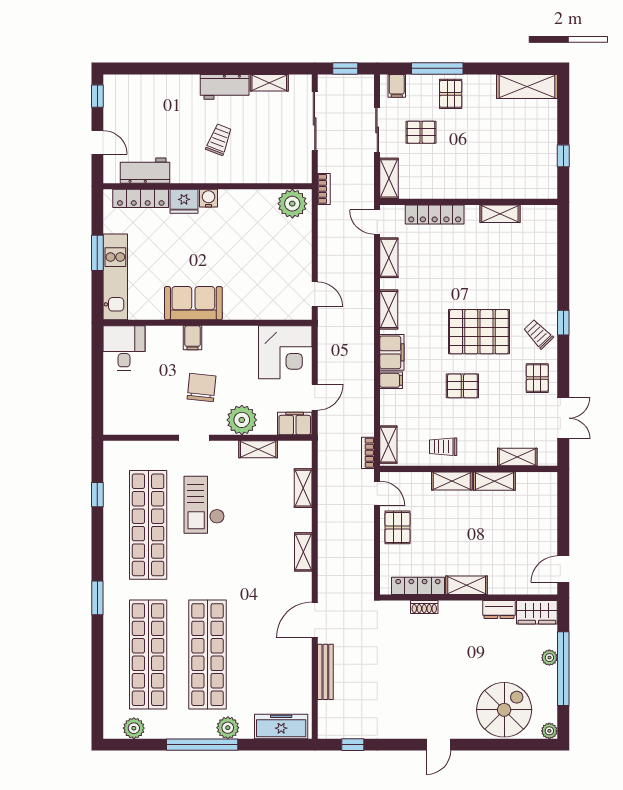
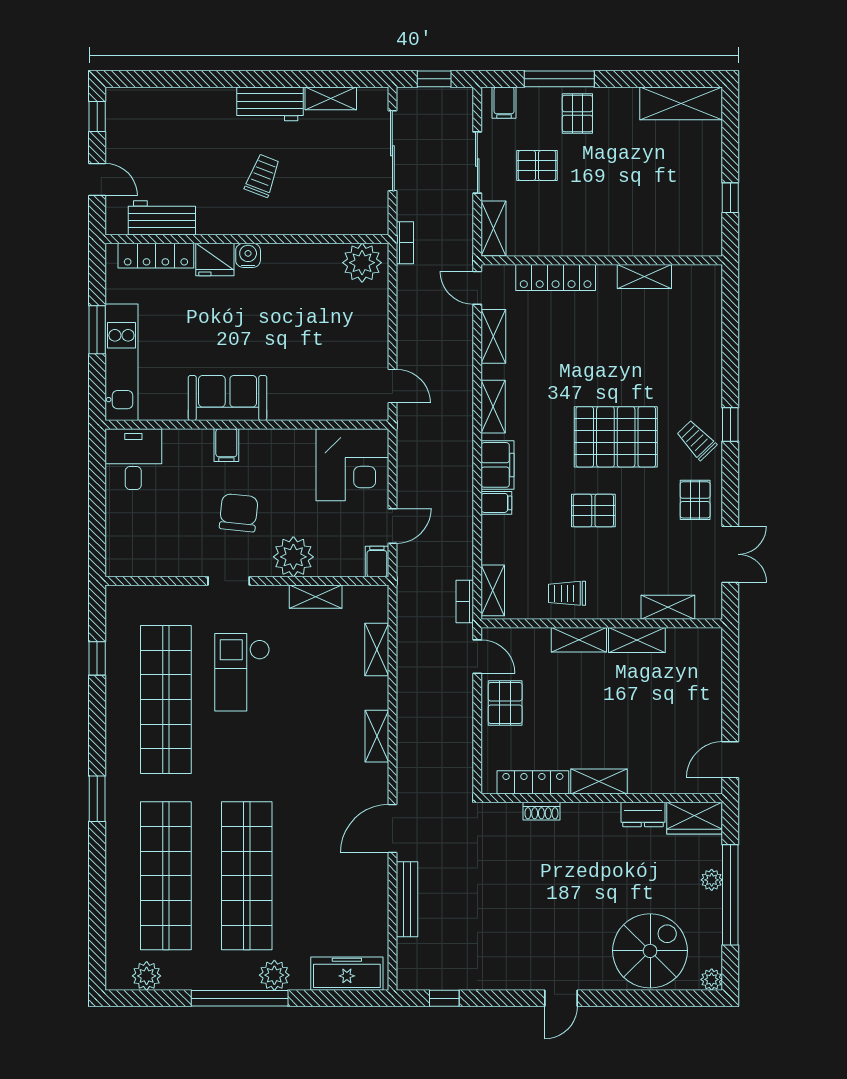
filing cabinet: (295, 423) -> (377, 562), width x0.50

